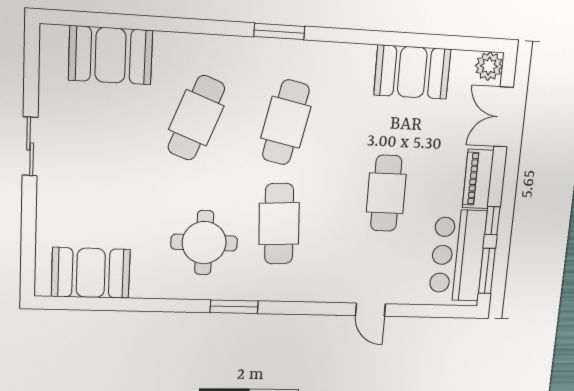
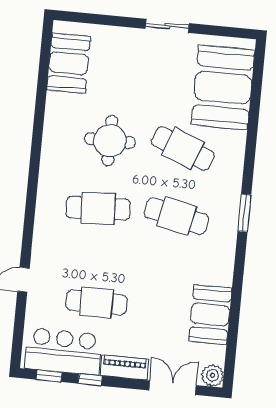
booth: (111, 55) -> (223, 88), width x1.36, depth x1.42
cafe table: (386, 193) -> (96, 302), moved
round table: (204, 243) -> (110, 141), moved
window: (487, 271) -> (49, 376), width x0.67
window: (234, 307) -> (34, 171), removed

